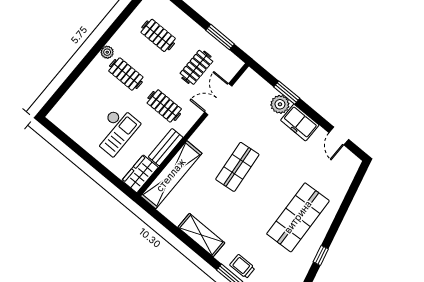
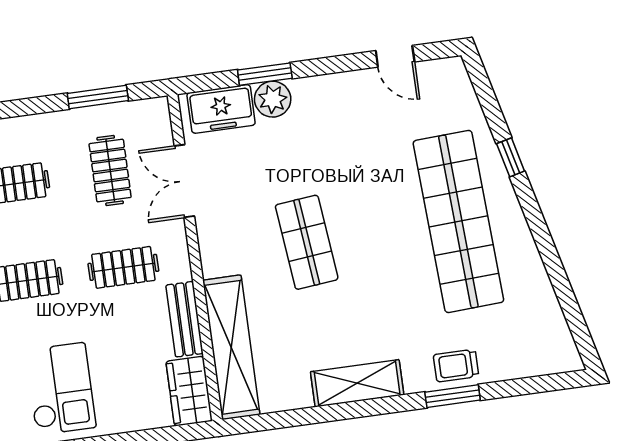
freezer: (300, 123) -> (221, 109), moved
checkout: (115, 131) -> (61, 389), moved
shop shelf: (298, 217) -> (458, 221), width x1.40
window: (321, 255) -> (511, 157), moved

